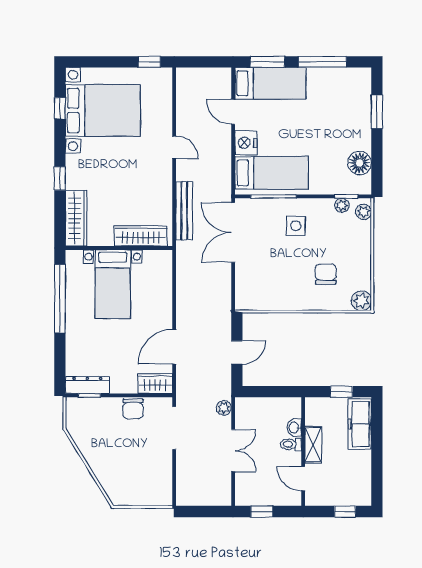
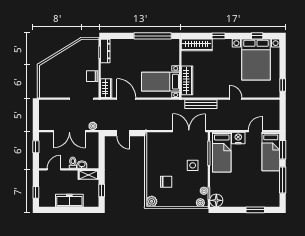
door: (174, 147) -> (236, 99), swing flipped
floor lamp: (360, 163) -> (216, 200), moved
bed with nightstands: (113, 284) -> (161, 82), moved
freezer: (360, 424) -> (69, 200), moved
shelving: (313, 445) -> (88, 175), moved
double door: (233, 451) -> (69, 131), width x1.37

